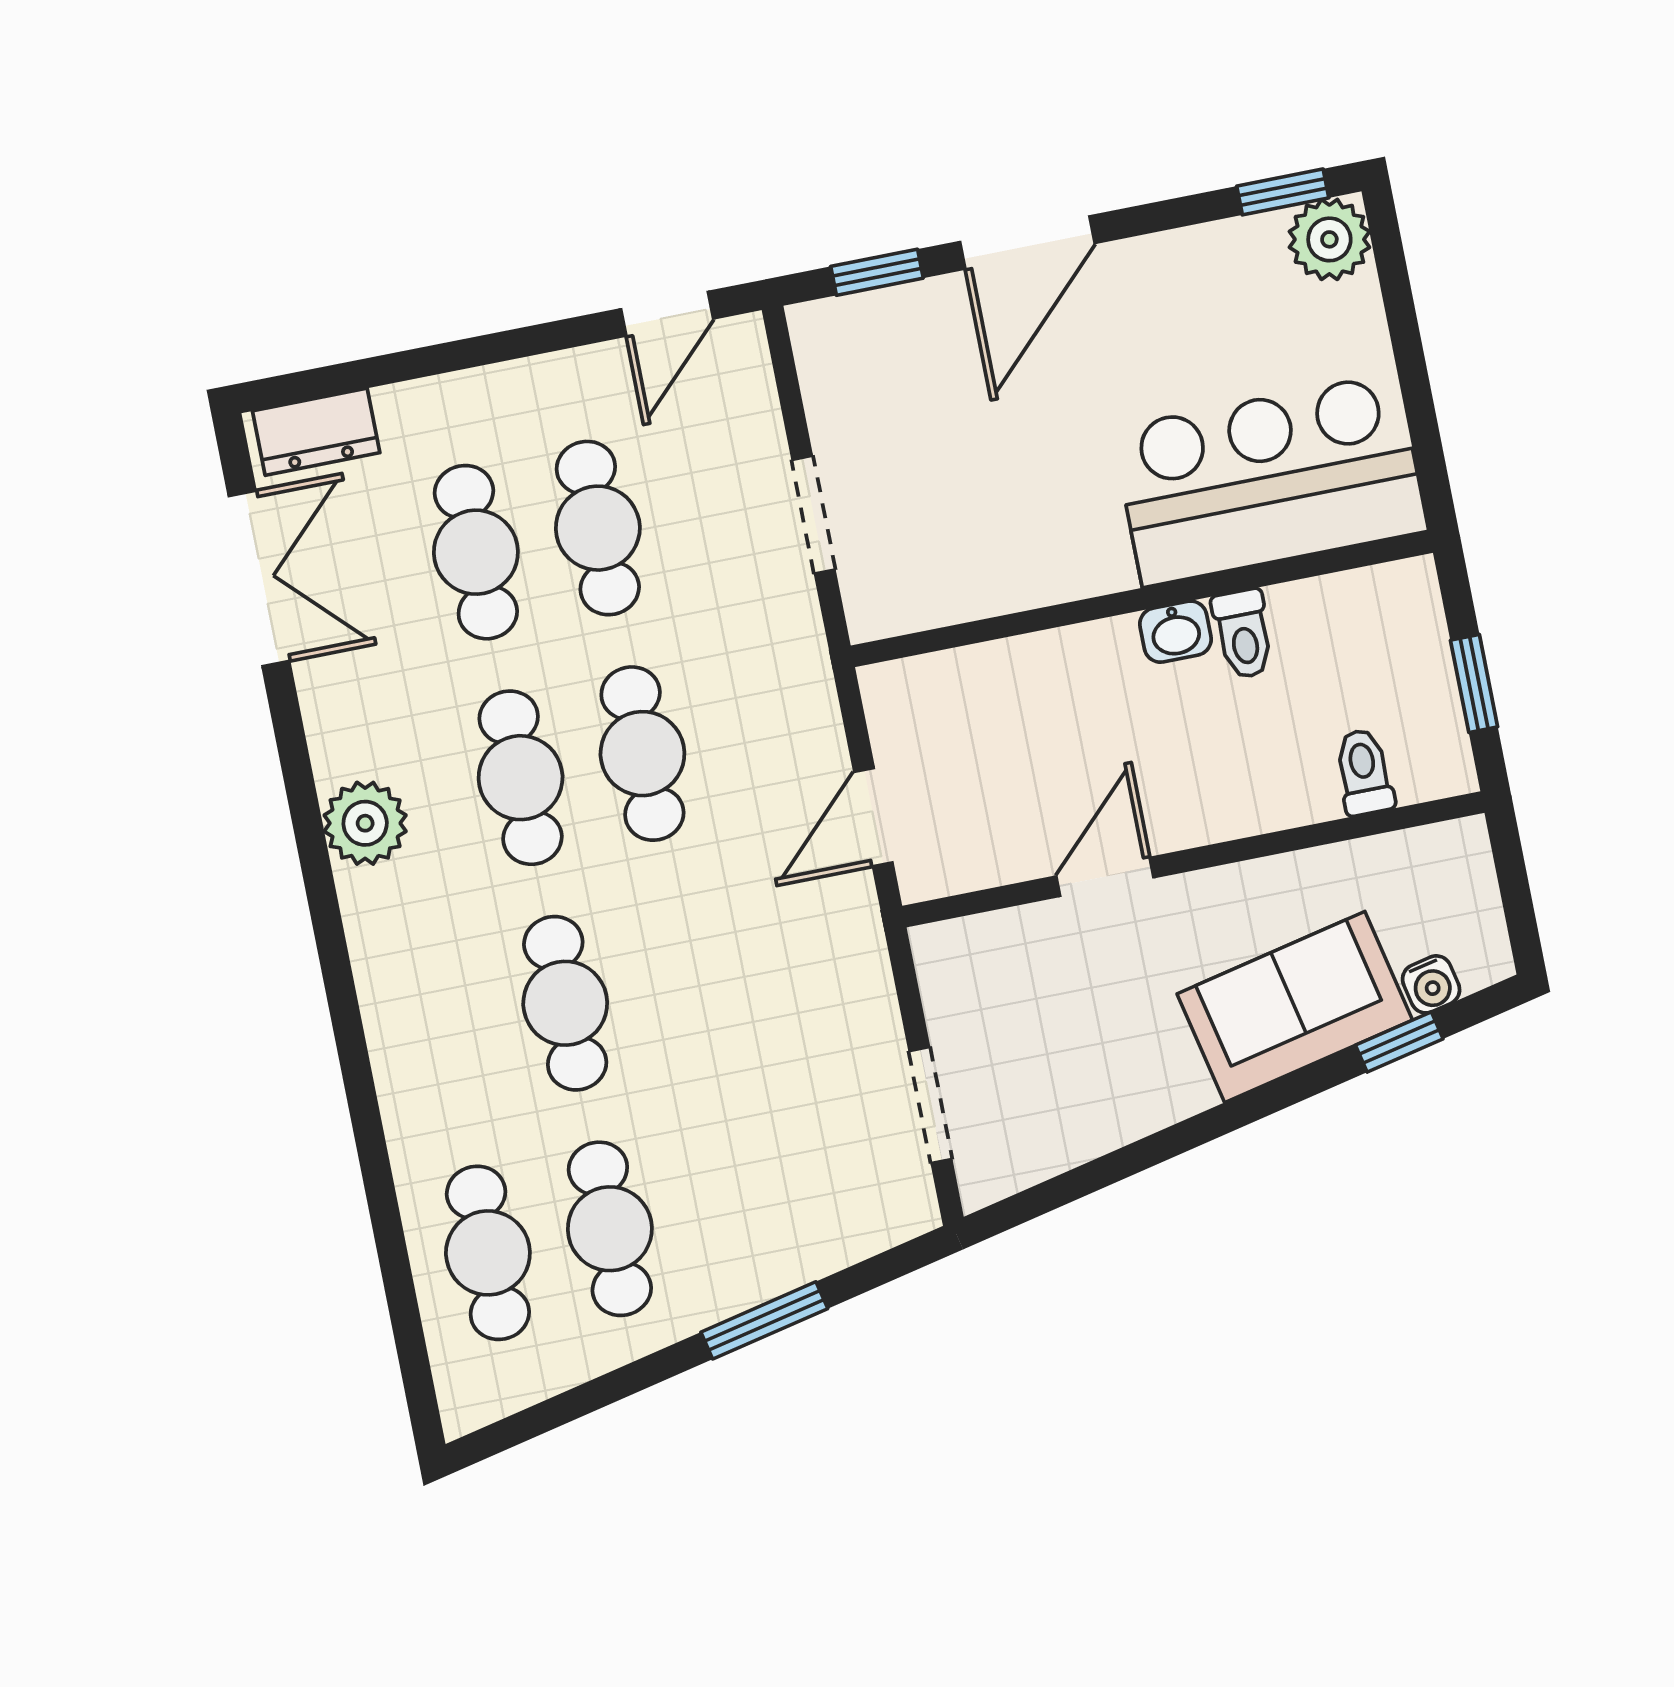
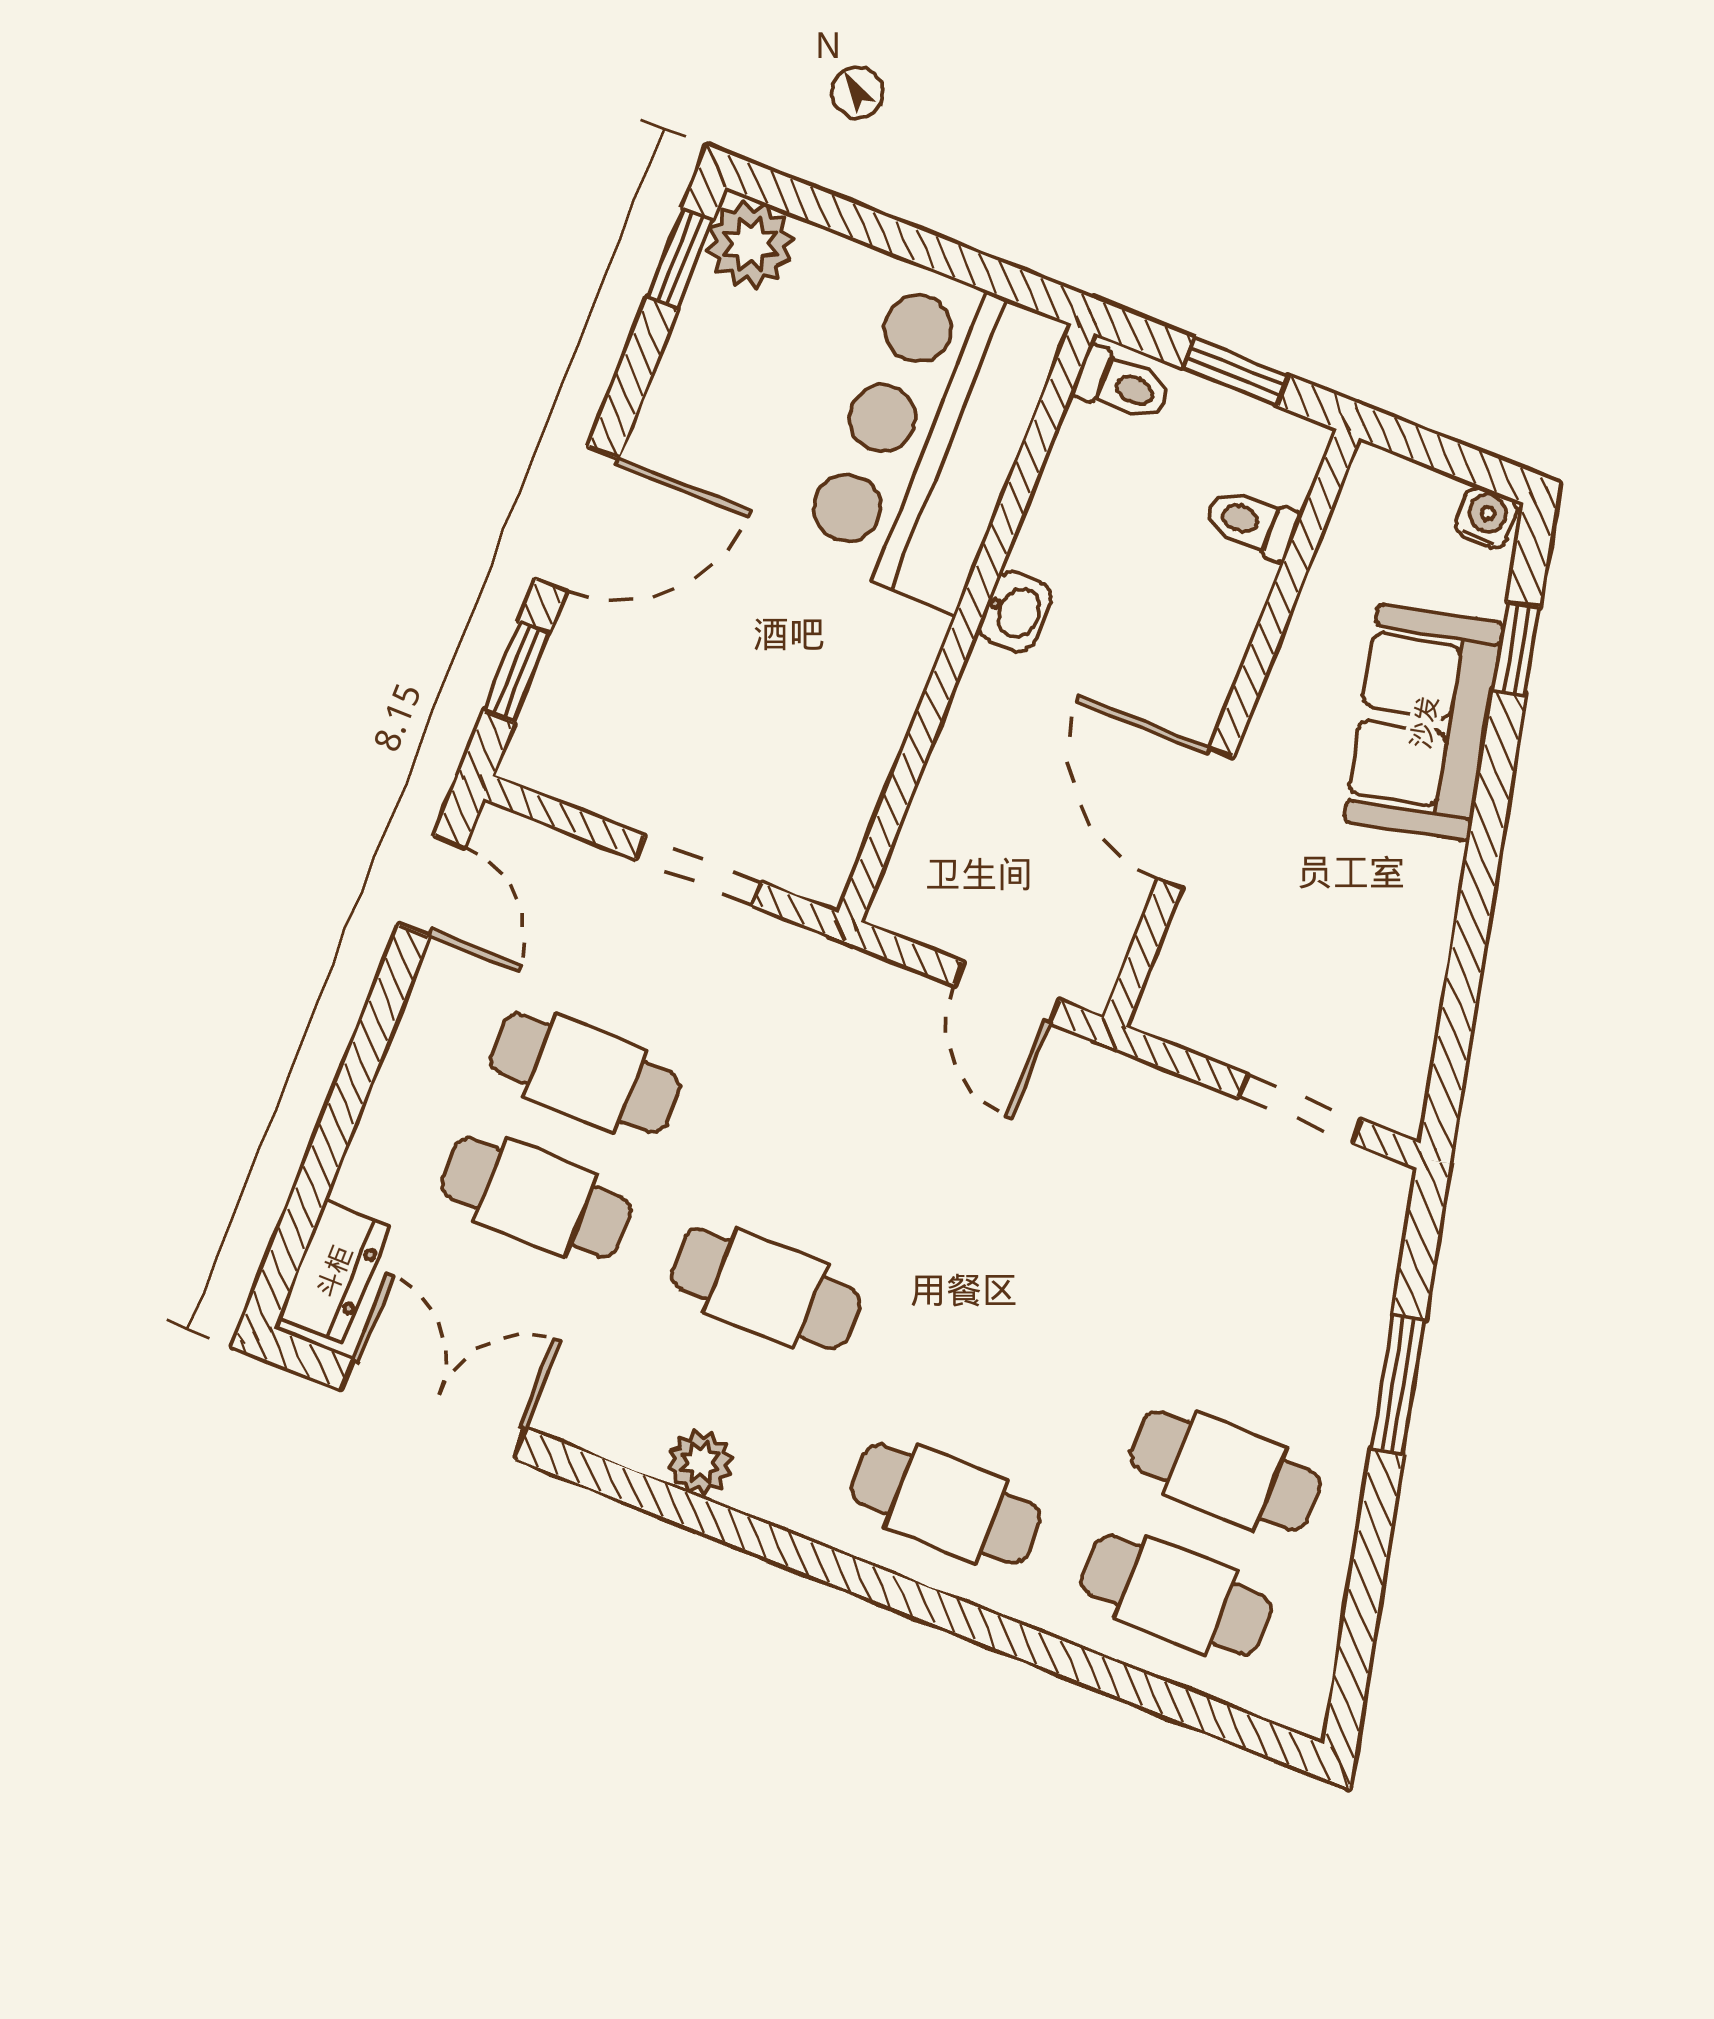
door: (1027, 242) -> (577, 519), hinge flipped
toilet: (1243, 634) -> (1122, 385), moved
cafe table: (642, 754) -> (815, 1164), removed
plant: (365, 823) -> (700, 1462), width x0.73, depth x0.73
door: (1105, 877) -> (1196, 818), width x1.38
water cooler: (1431, 984) -> (1486, 517), moved, turned -78
cafe table: (565, 1003) -> (946, 1504), moved

